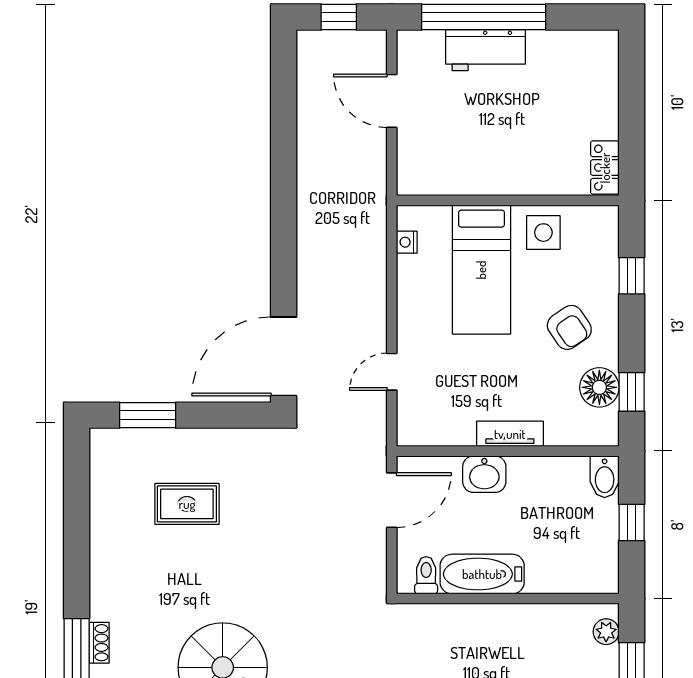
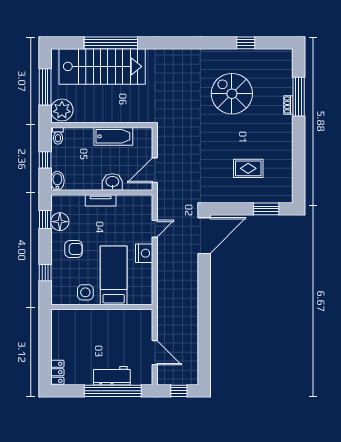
locker: (605, 168) -> (57, 372), moved
nightstand: (407, 242) -> (144, 253), moved, width x1.89, depth x1.79
armchair: (569, 327) -> (74, 249), turned 124
toilet: (426, 575) -> (58, 136), moved
plant: (606, 632) -> (62, 110), width x1.88, depth x1.88

